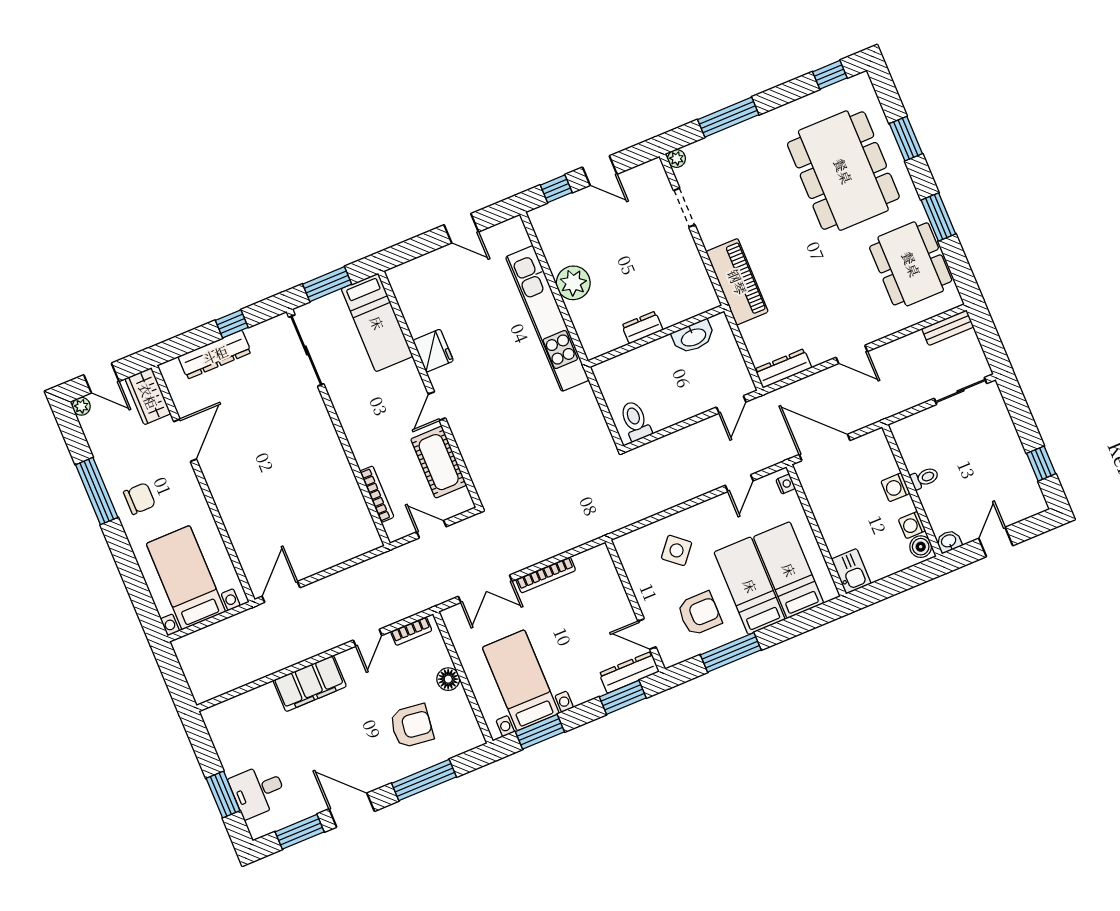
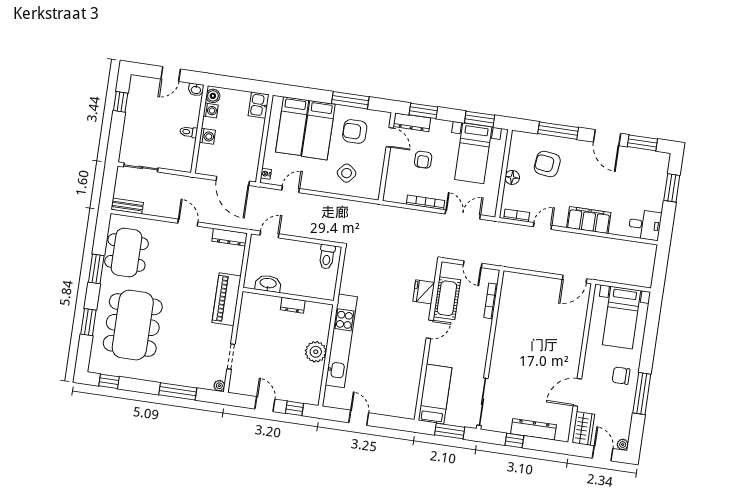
fridge: (433, 351) -> (424, 292), moved
armchair: (584, 631) -> (423, 160), added
desk: (258, 791) -> (645, 225), moved

